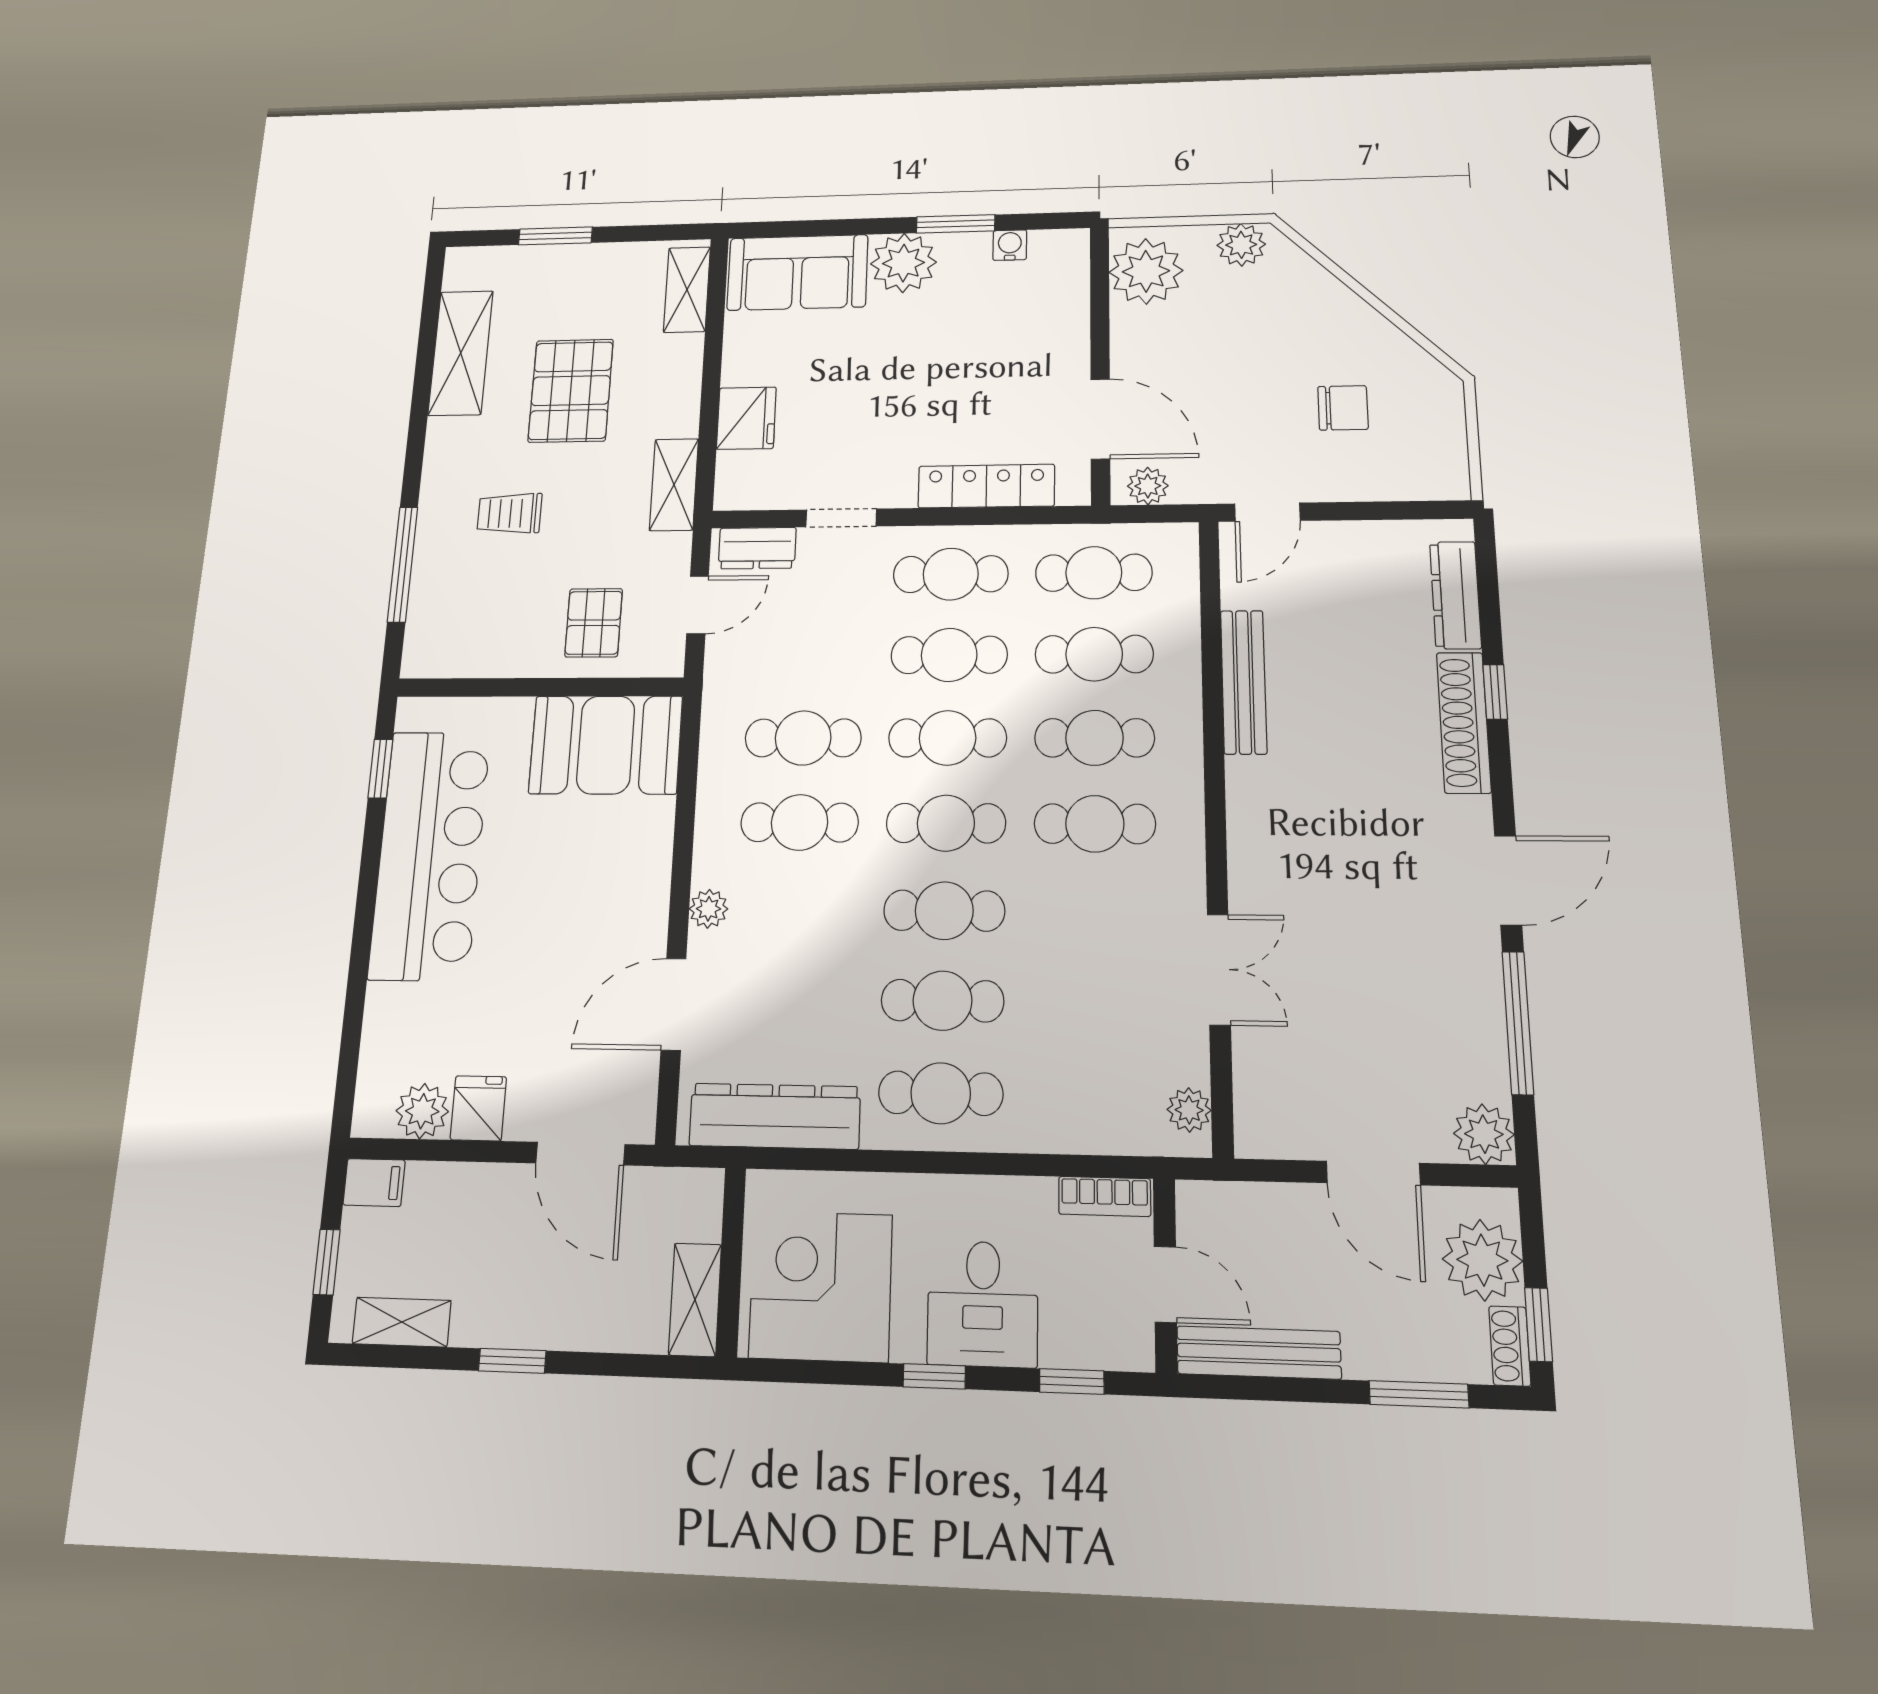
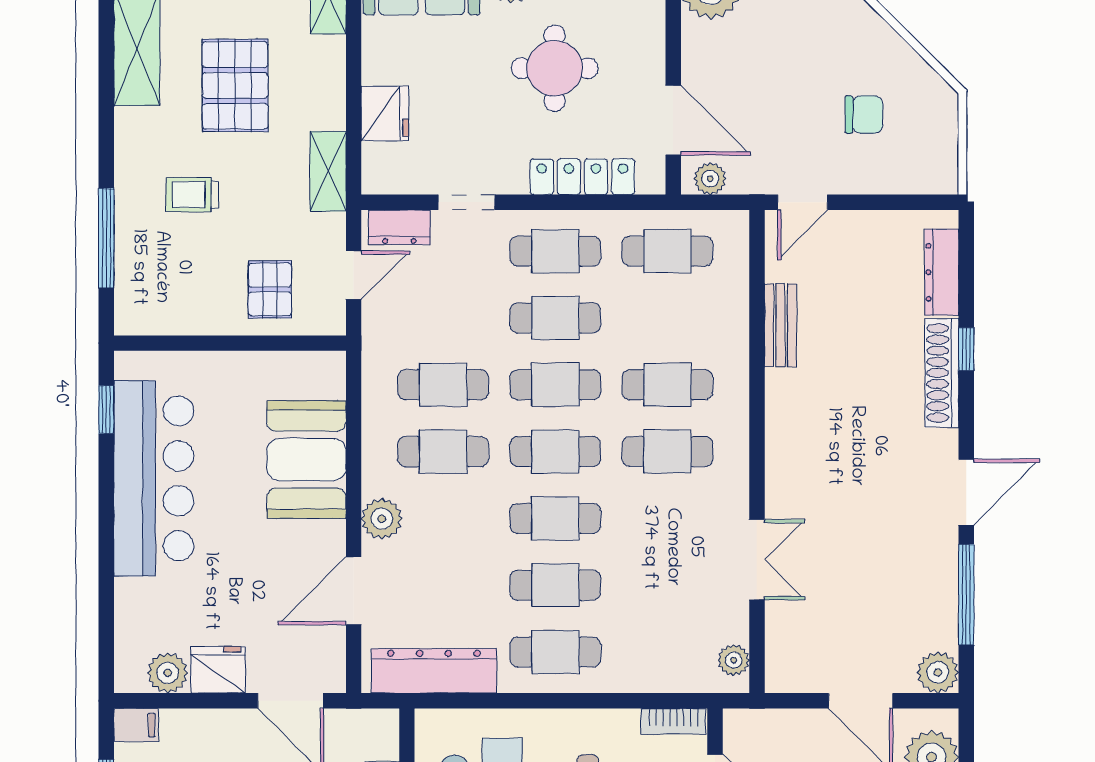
round table: (954, 363) -> (555, 68), added
cafe table: (1094, 654) -> (667, 318), removed
bench: (1244, 682) -> (780, 325), width x0.73
booth: (606, 745) -> (306, 460), moved, turned 90
plant: (709, 909) -> (382, 519), width x1.38, depth x1.38
fridge: (478, 1108) -> (218, 670), width x1.38

